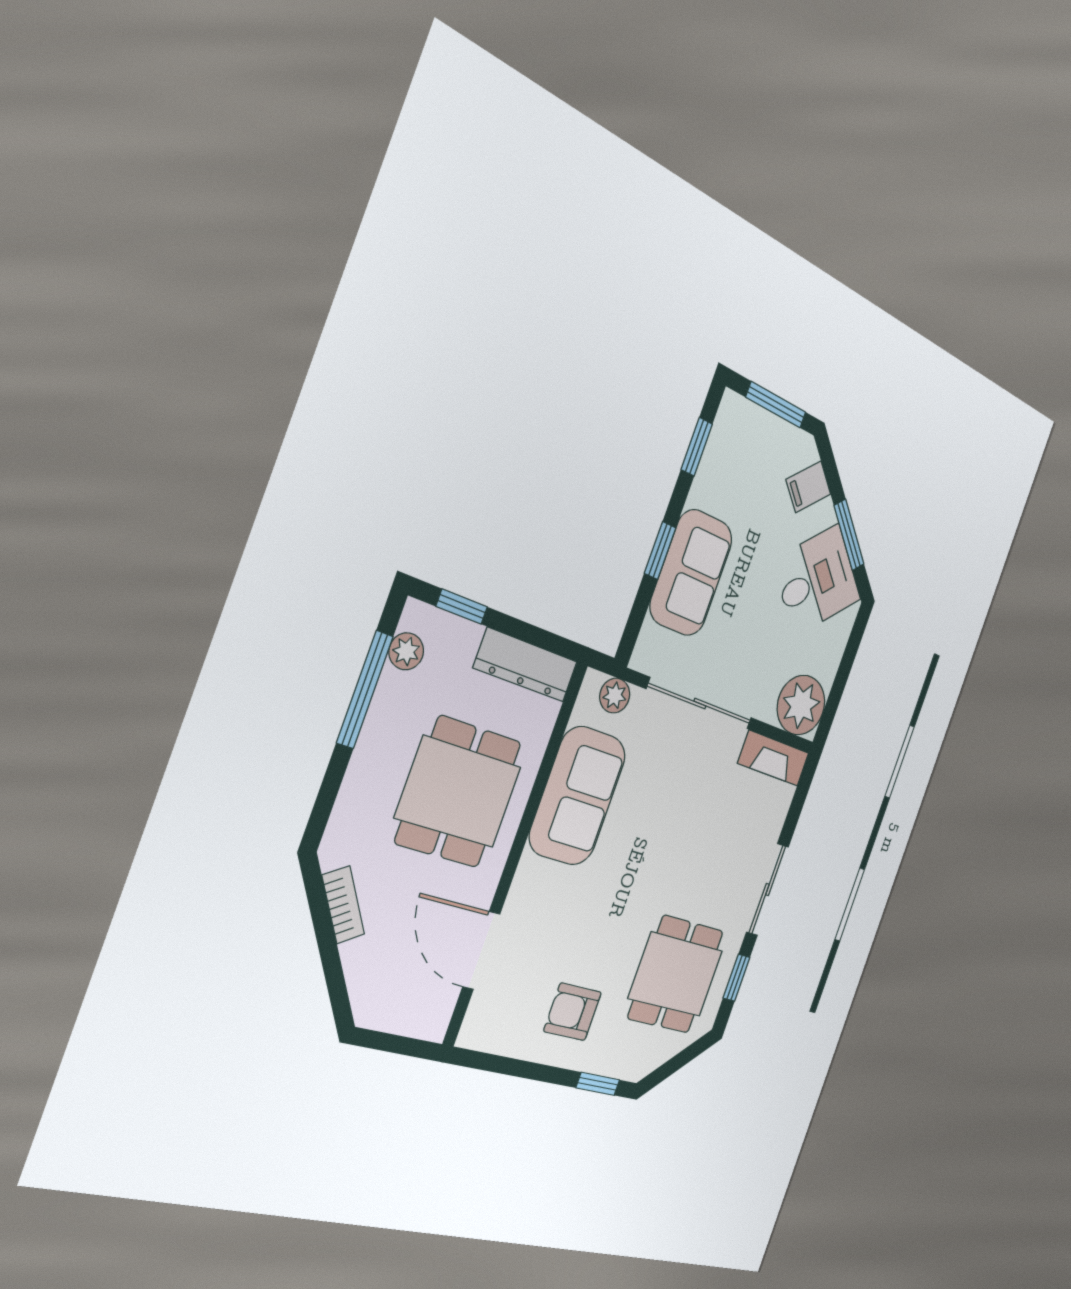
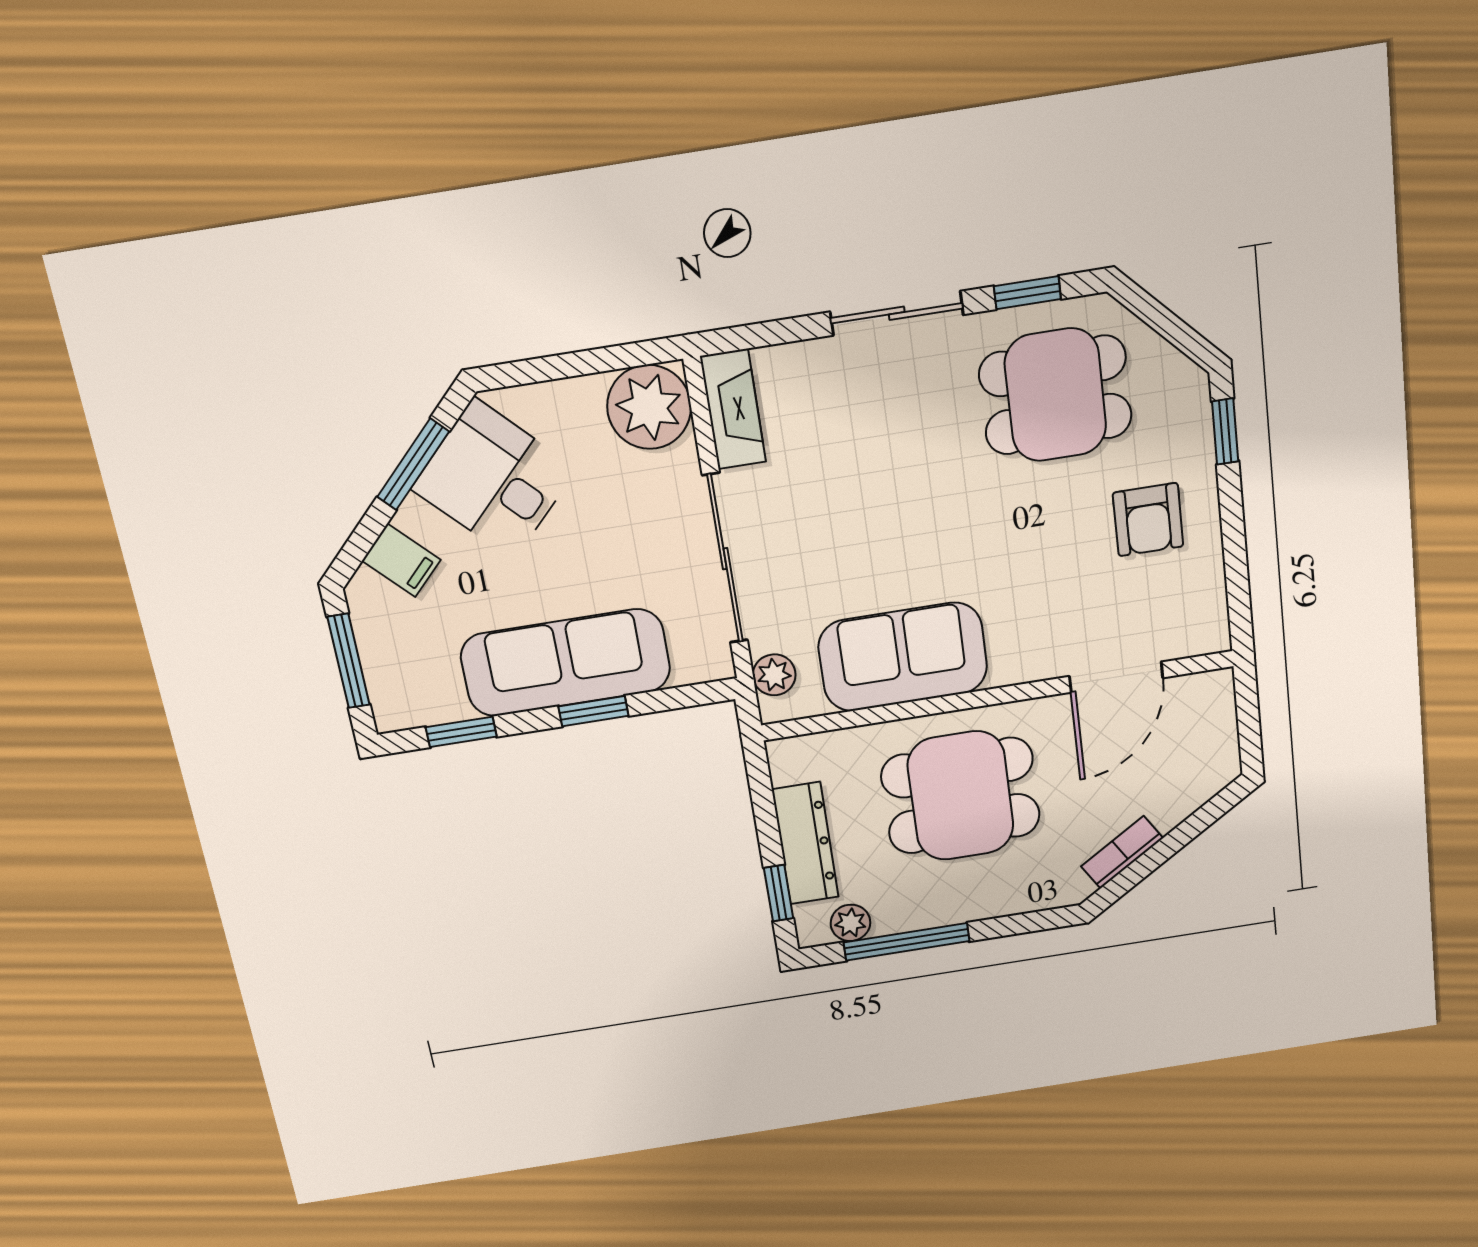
sofa: (691, 573) -> (566, 663), width x1.36
dresser: (526, 665) -> (805, 843), moved

